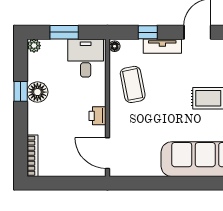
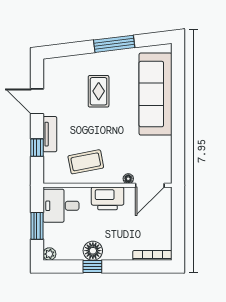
floor lamp: (115, 46) -> (128, 179), moved
printer: (98, 116) -> (108, 198), width x1.87, depth x1.48

